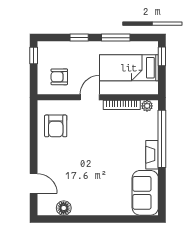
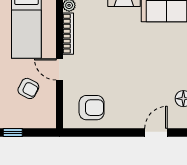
armchair: (59, 77) -> (28, 88), moved, turned -62

